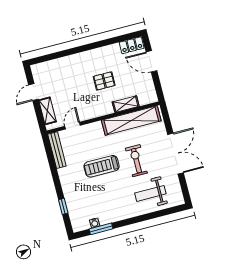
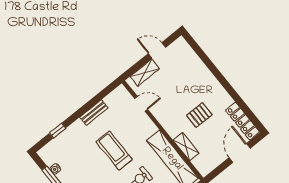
locker: (132, 45) -> (242, 121), width x1.53
pallet: (104, 81) -> (199, 115), turned 90
bench: (57, 150) -> (94, 112), moved, width x0.73

